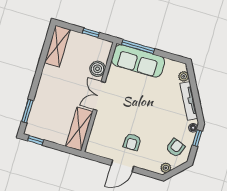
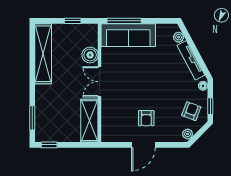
shelving: (57, 46) -> (43, 54), width x1.47
window: (197, 138) -> (210, 106), moved

